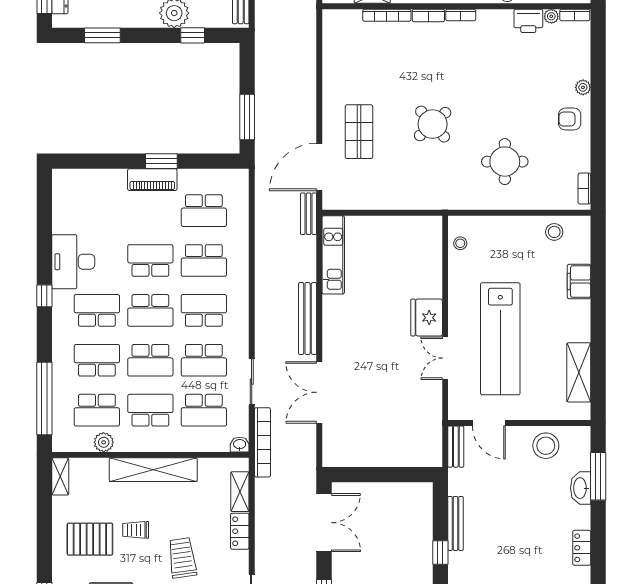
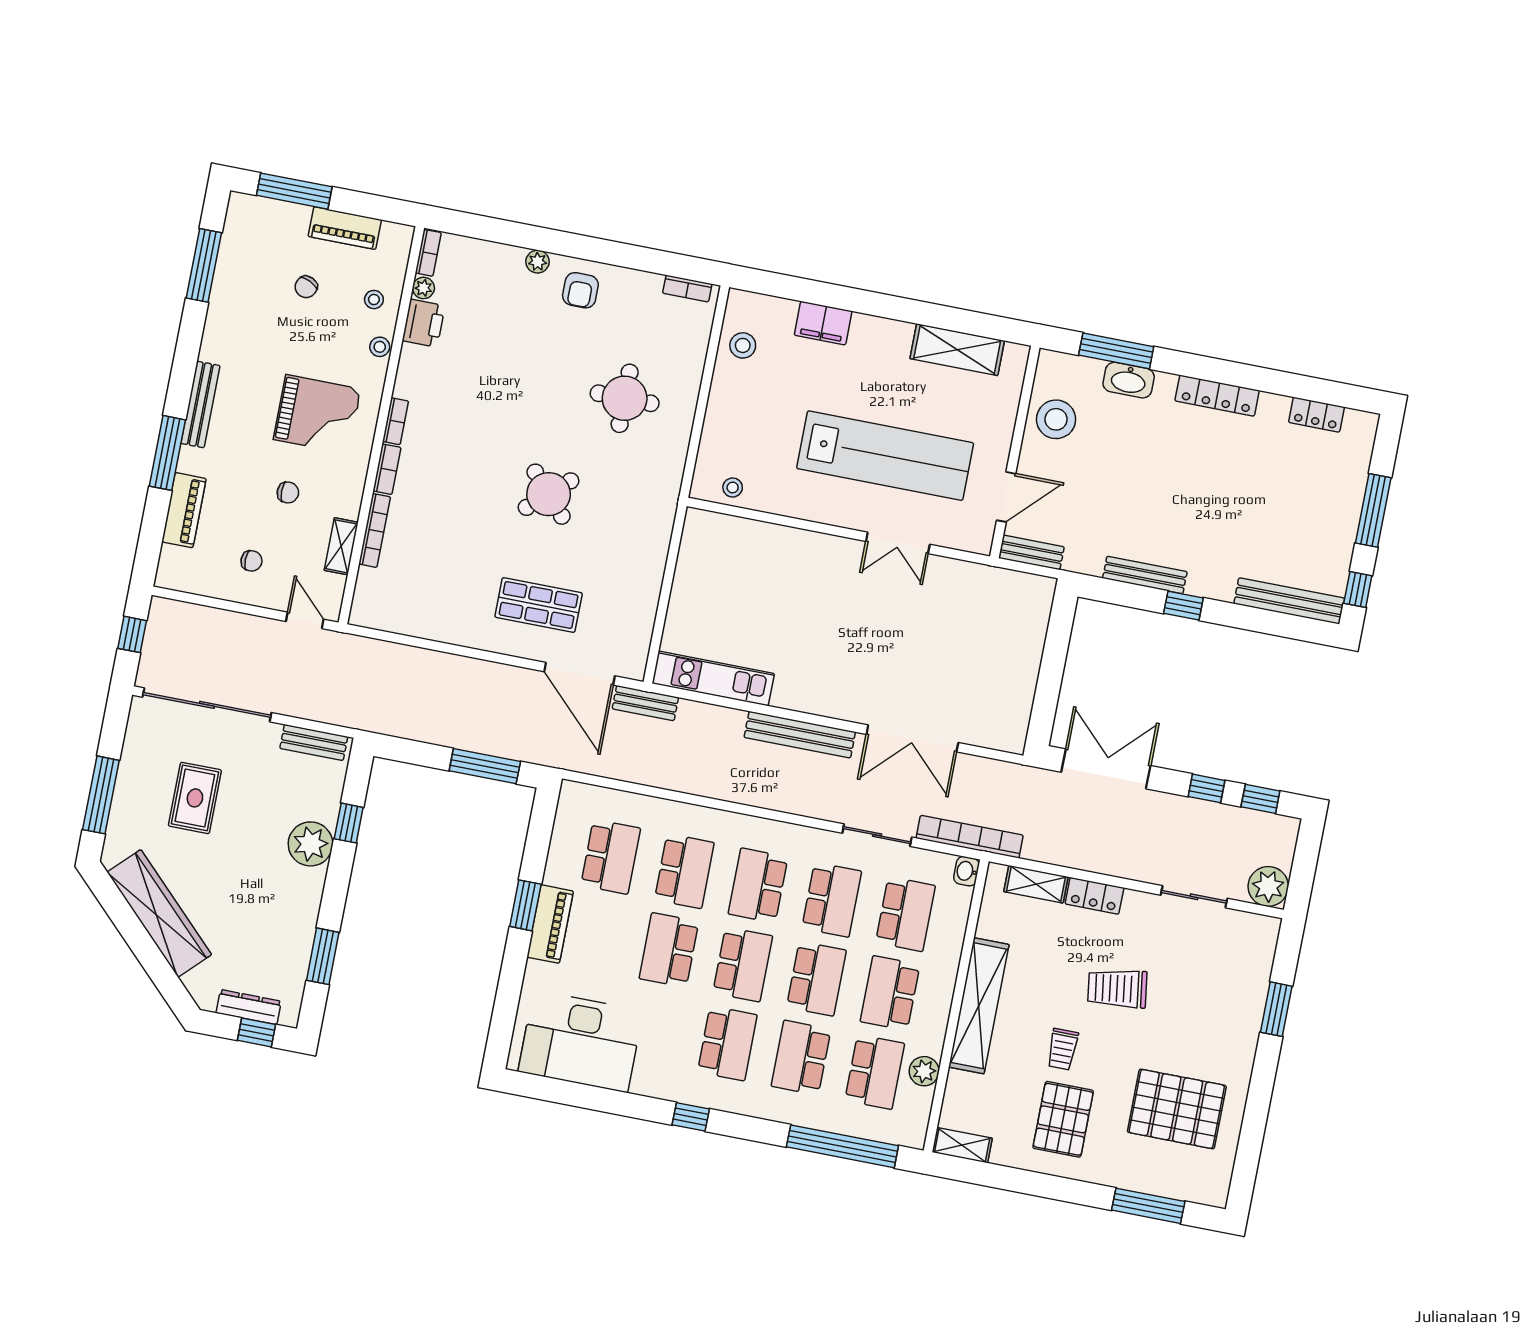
desk: (73, 262) -> (581, 1041), moved, width x1.36, depth x1.30
school desk: (97, 310) -> (727, 1043), turned 180
fridge: (427, 318) -> (832, 559), removed
locker: (582, 548) -> (1217, 396), width x1.53

